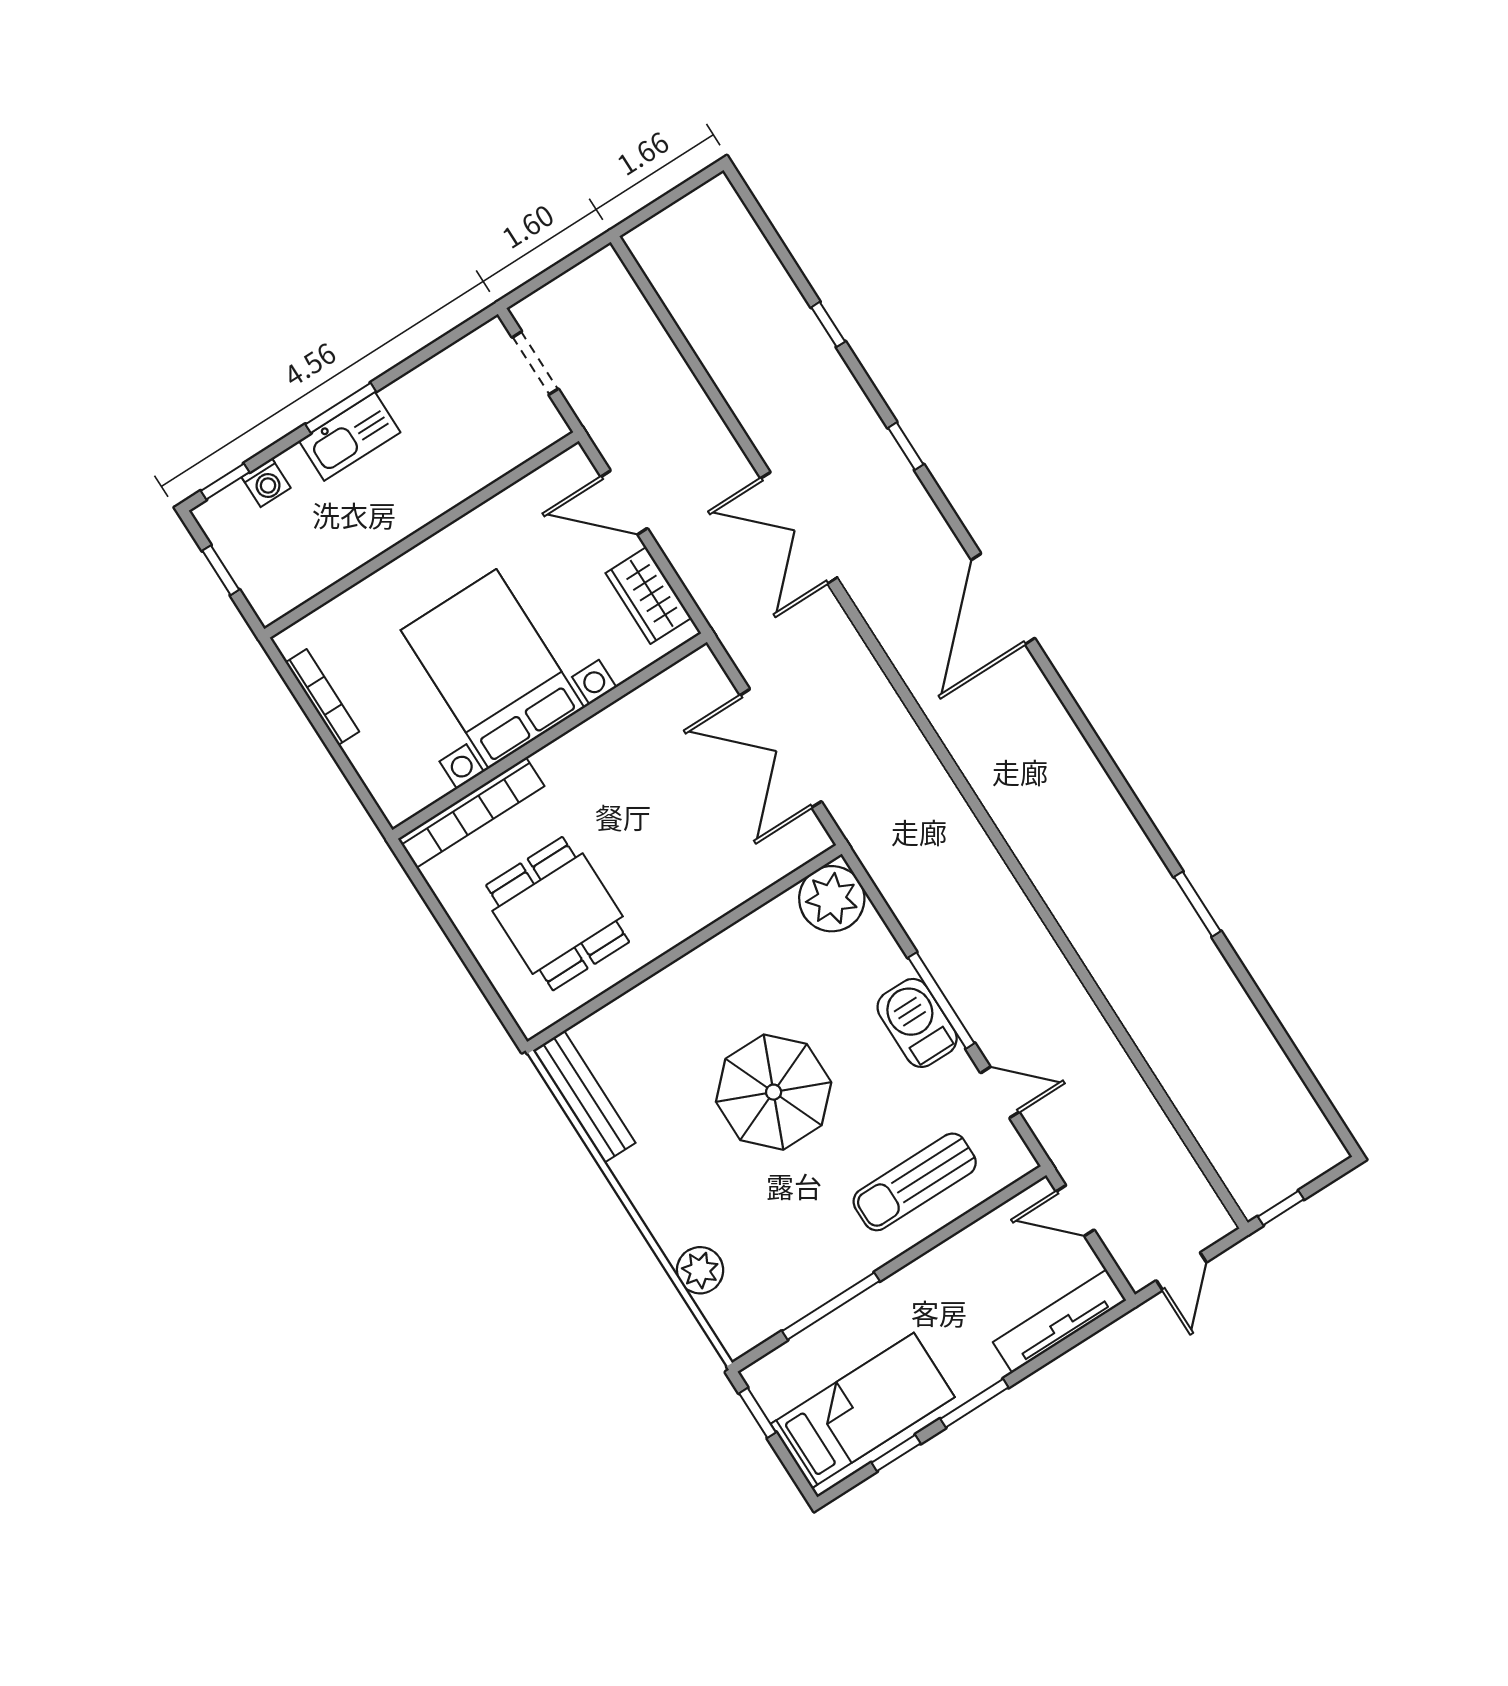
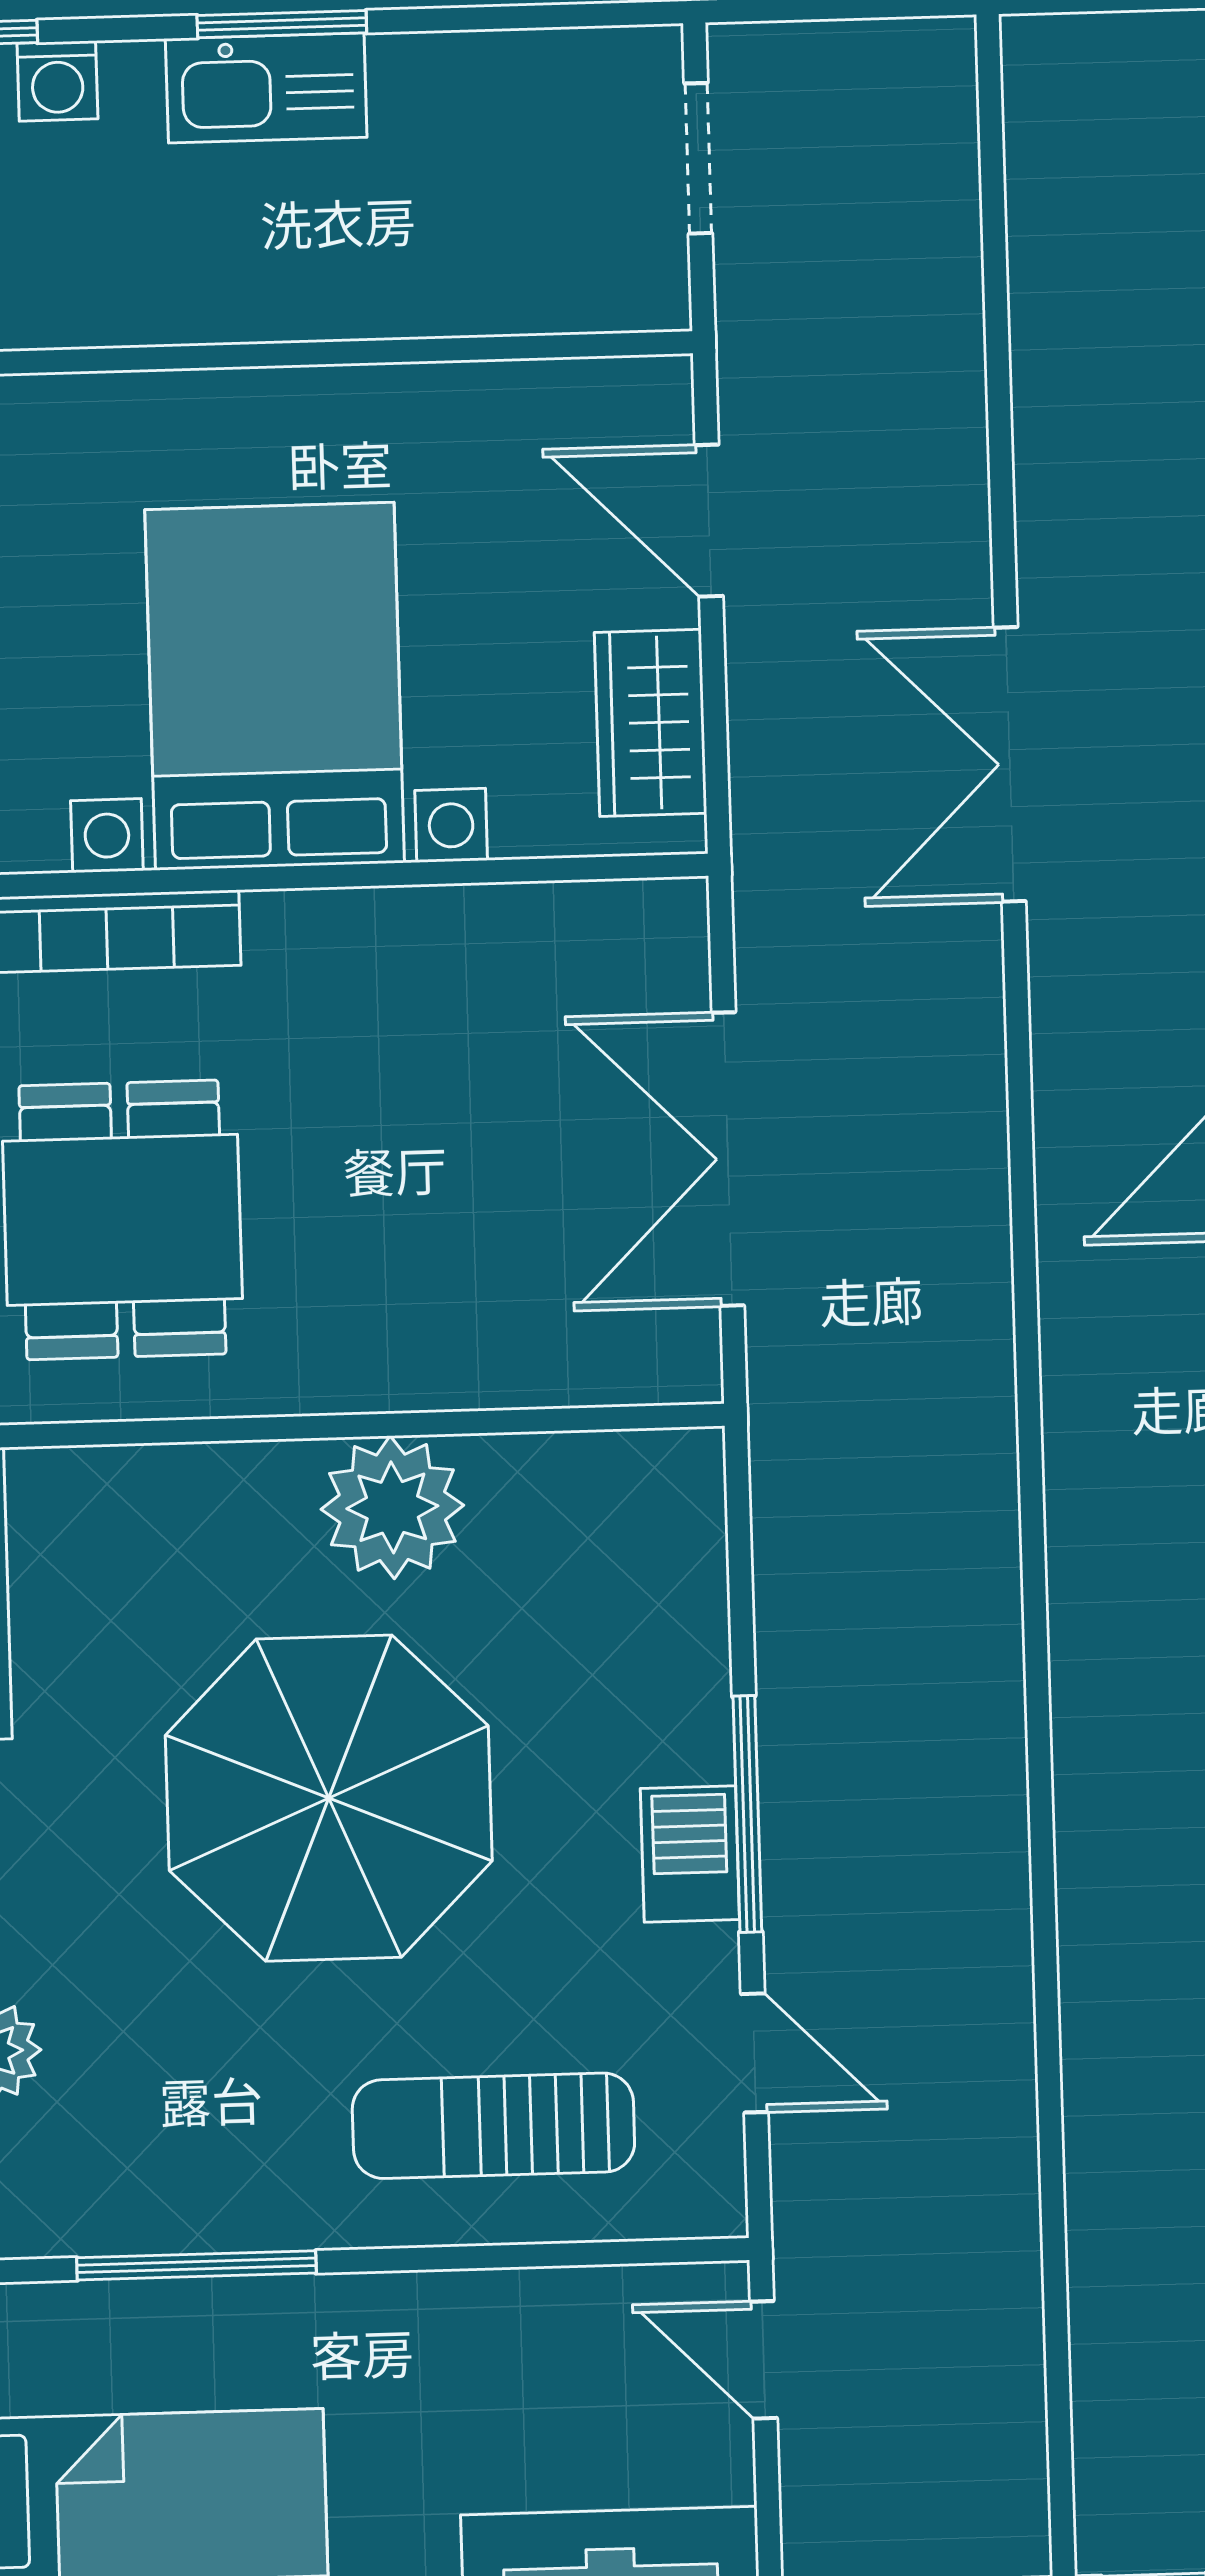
plant: (832, 899) -> (392, 1507), moved
barbecue: (917, 1023) -> (690, 1854), width x0.73, depth x0.79
parasol: (774, 1092) -> (329, 1798), width x1.36, depth x1.36

